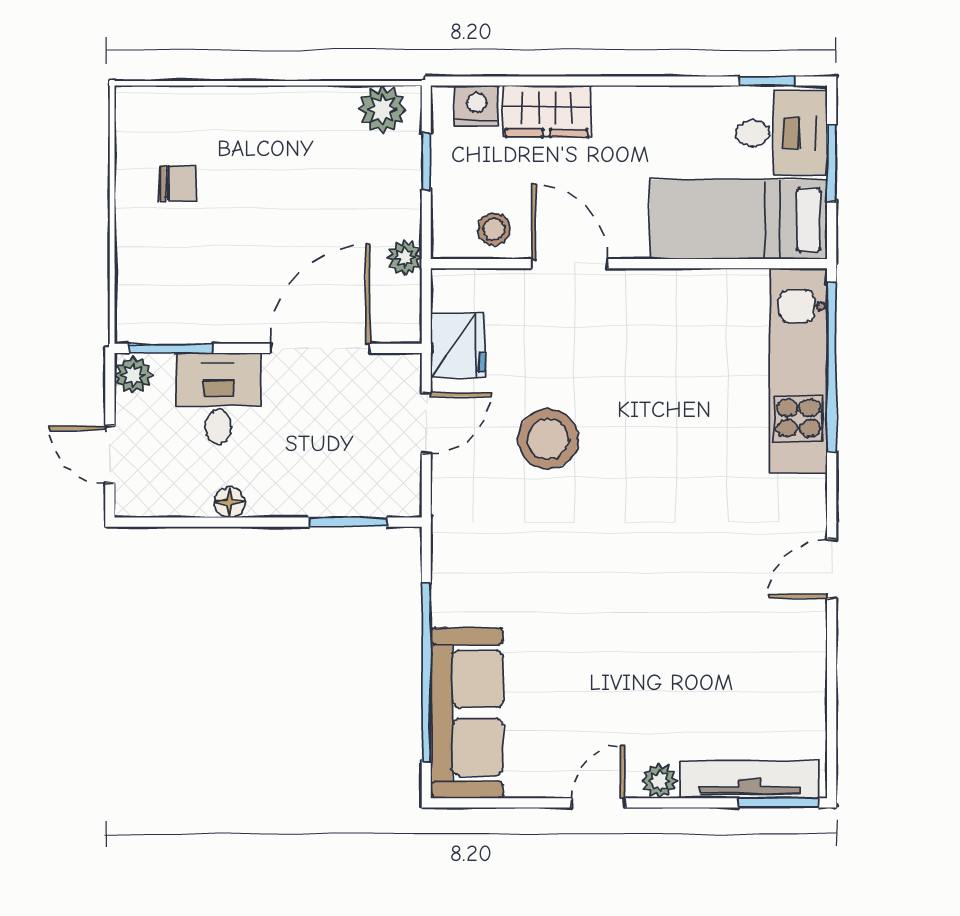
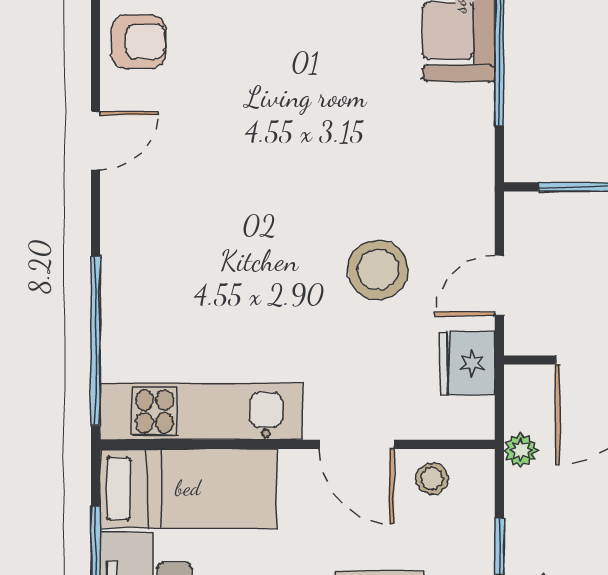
kitchen unit: (799, 371) -> (201, 411), moved, turned -90
armchair: (788, 668) -> (139, 42), added

